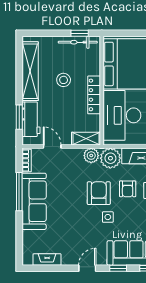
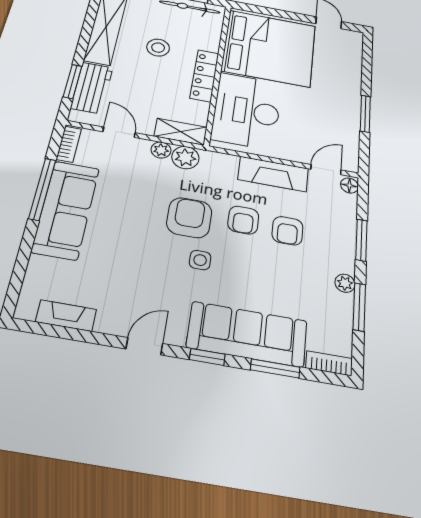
plant: (110, 158) -> (161, 150), moved, width x0.53, depth x0.53

